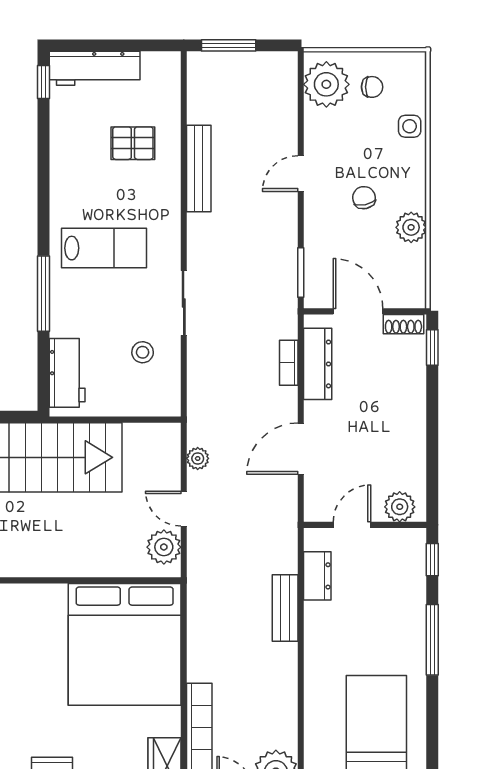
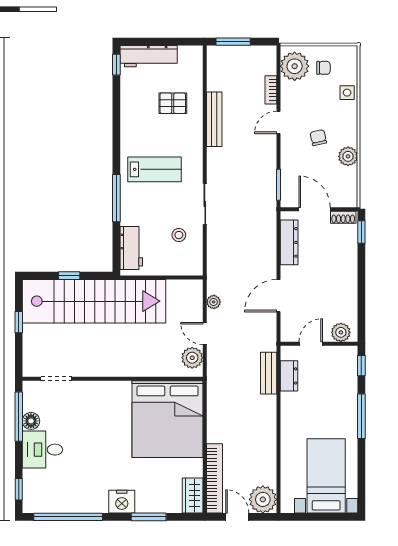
bookcase: (289, 363) -> (271, 90), moved
bench: (285, 608) -> (269, 373), moved

